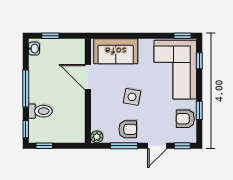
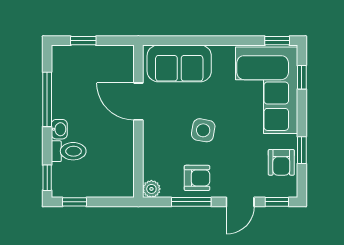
washbasin: (34, 49) -> (59, 129), moved
window: (26, 88) -> (47, 99), moved
armchair: (185, 119) -> (281, 162), turned -90

